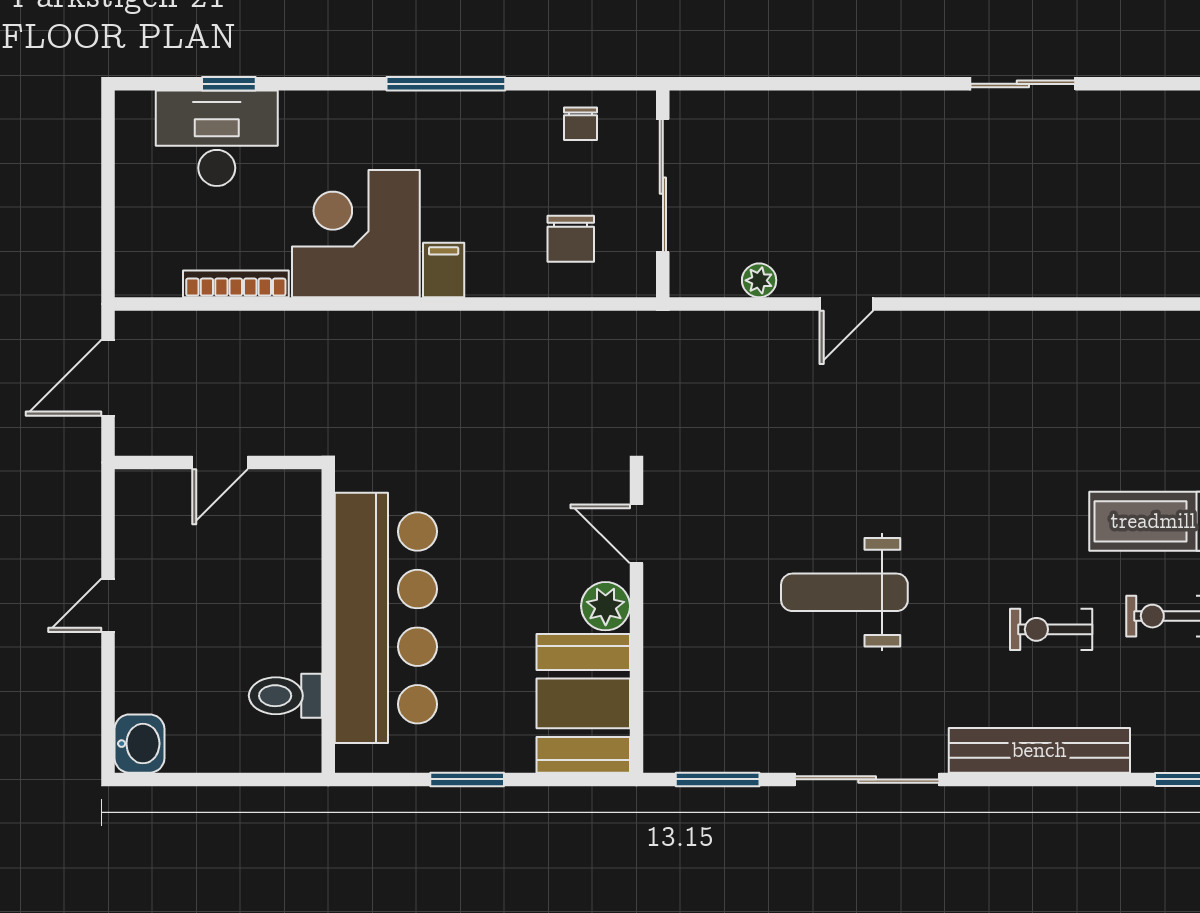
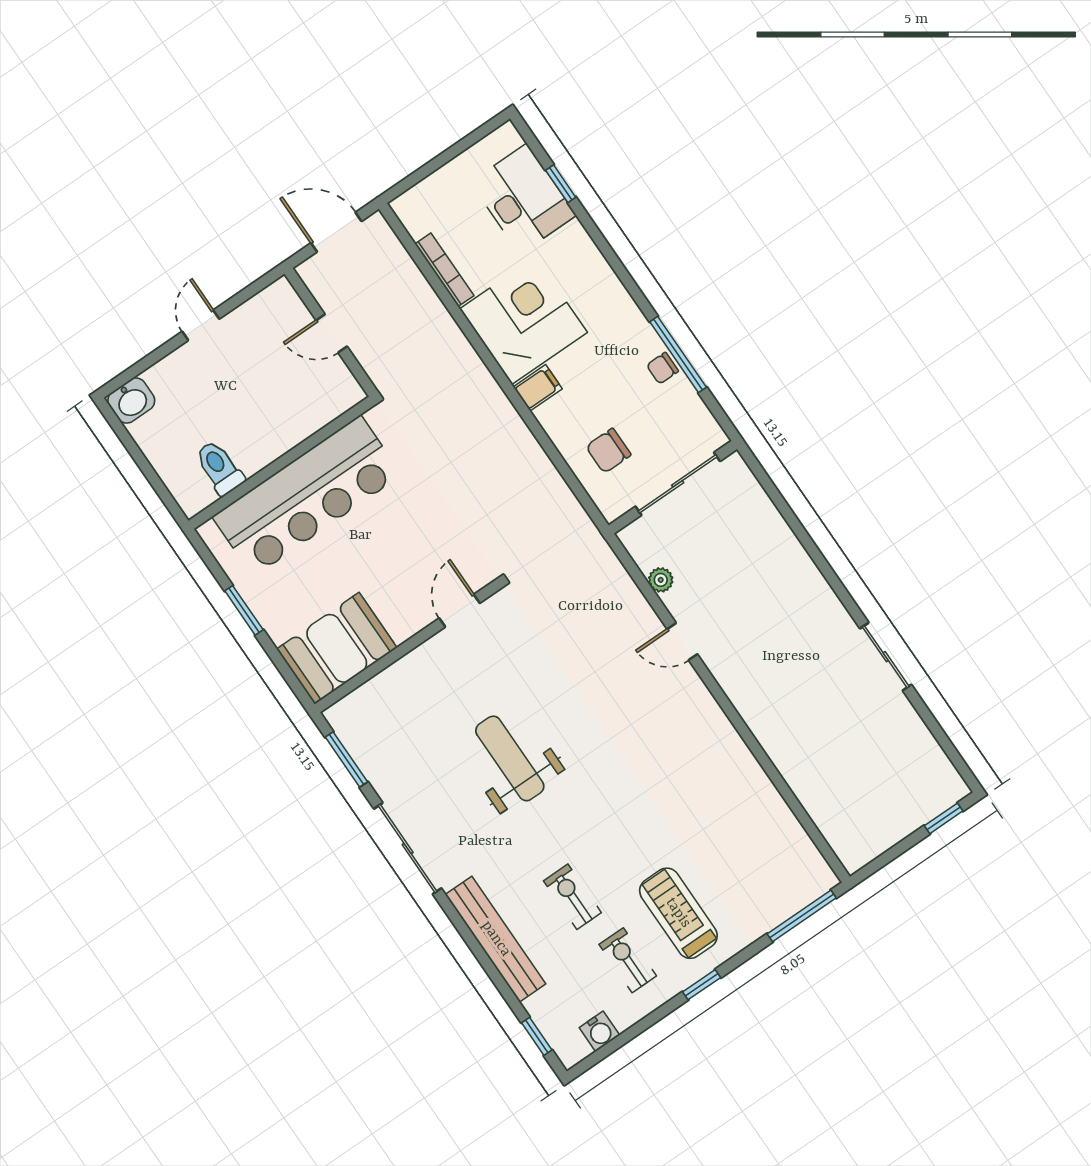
window: (446, 84) -> (678, 354), moved
chair: (581, 124) -> (662, 368), moved
door: (108, 605) -> (201, 325), hinge flipped
plant: (606, 606) -> (404, 622), removed

